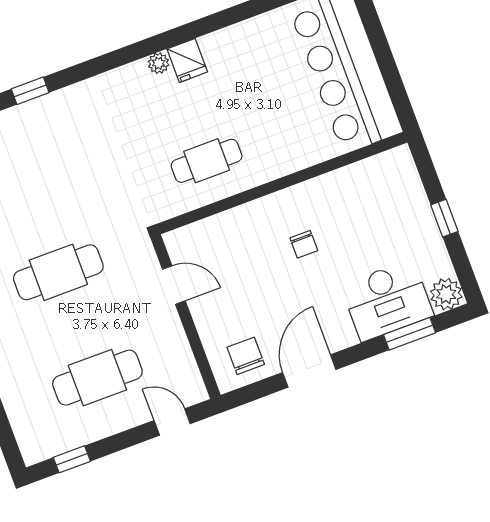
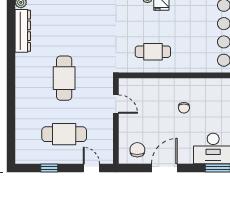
cafe table: (58, 272) -> (64, 78), turned 90
window: (72, 459) -> (49, 168), moved

